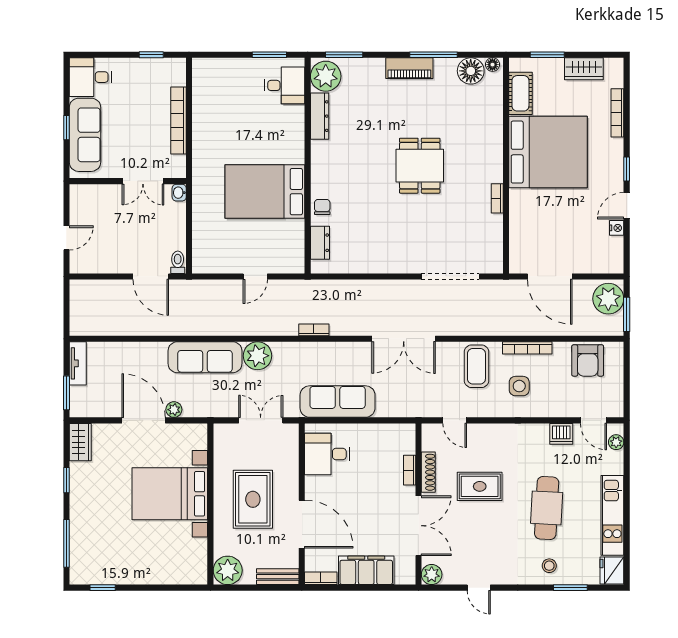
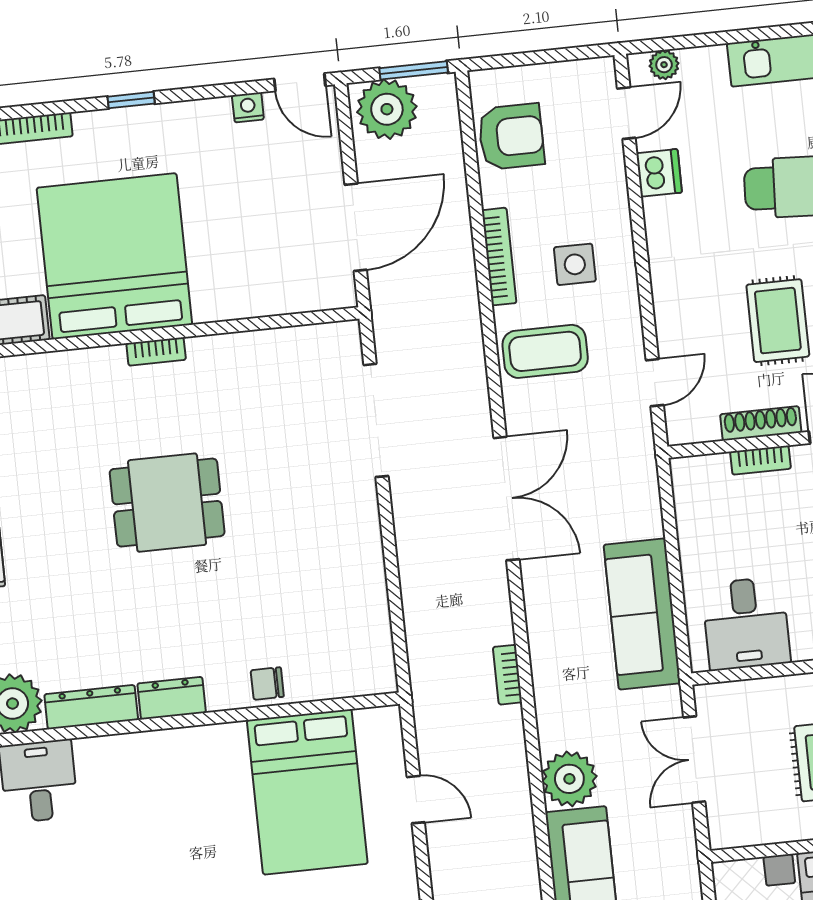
bed: (265, 192) -> (307, 792), moved
bookcase: (497, 198) -> (156, 352), moved
door: (627, 206) -> (300, 82), moved
dresser: (320, 243) -> (172, 698), moved

